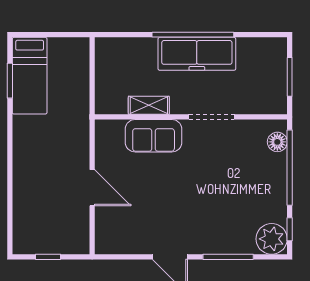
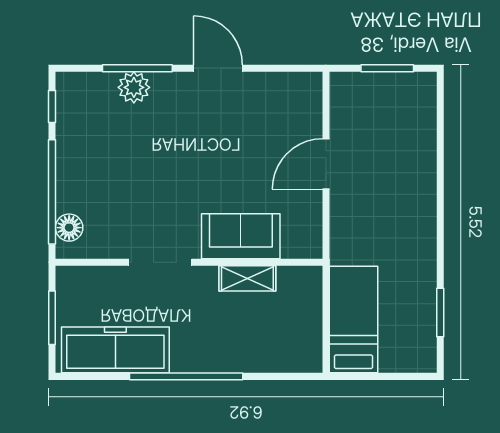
freezer: (197, 54) -> (115, 350), moved
bed: (30, 76) -> (354, 320), moved
door: (92, 188) -> (326, 164), hinge flipped
plant: (272, 239) -> (134, 87), moved, width x0.73, depth x0.73
window: (48, 257) -> (387, 68), width x1.50

